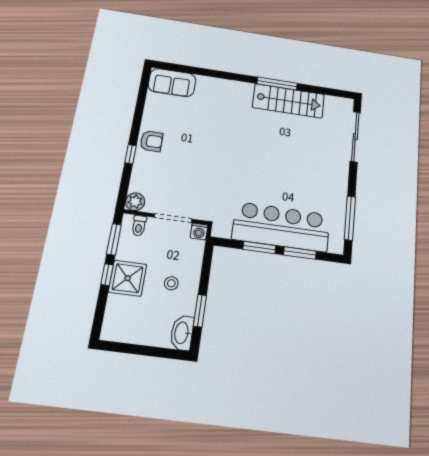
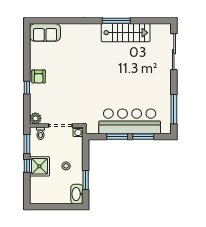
armchair: (151, 141) -> (39, 76), turned 90

